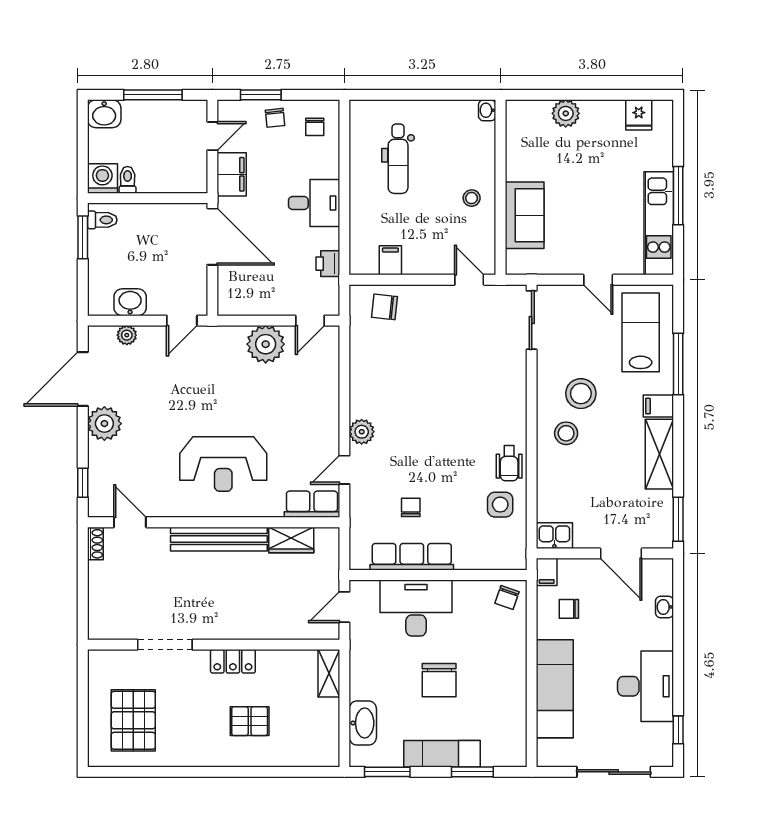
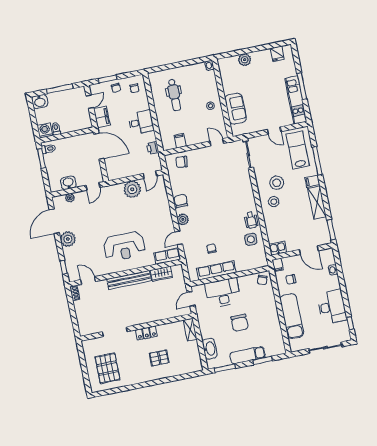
chair: (365, 391) -> (181, 201), added

